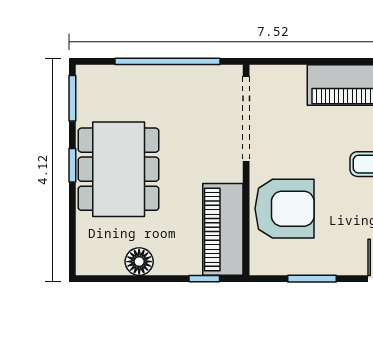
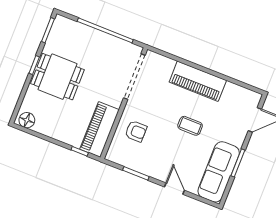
dining table: (119, 169) -> (57, 77), width x0.73
armchair: (284, 209) -> (136, 131), width x0.53, depth x0.53
floor lamp: (139, 262) -> (27, 120), moved

